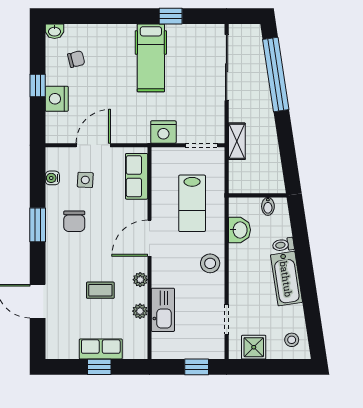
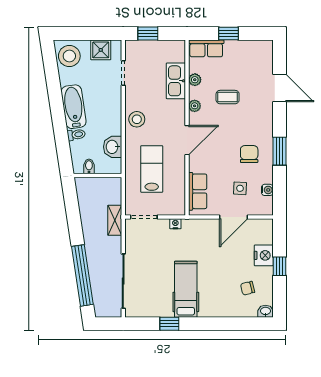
nightstand: (163, 132) -> (175, 224), width x0.53, depth x0.56
stool: (292, 340) -> (69, 56), width x1.89, depth x1.89
row of seats: (101, 349) -> (206, 48), moved

